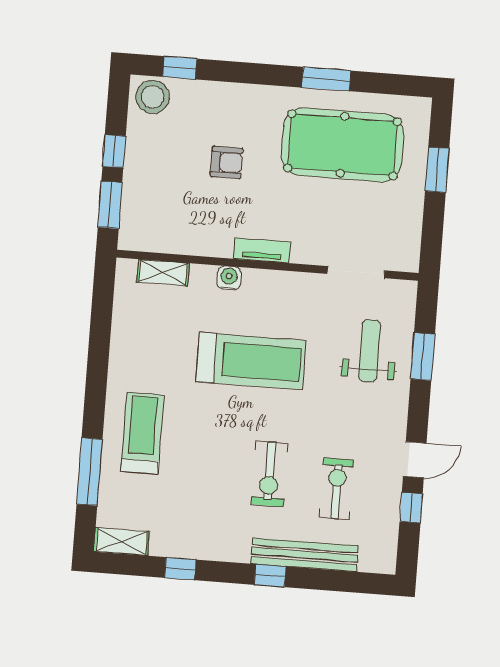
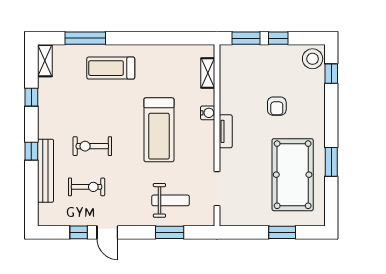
treadmill: (142, 433) -> (111, 68), turned 180

